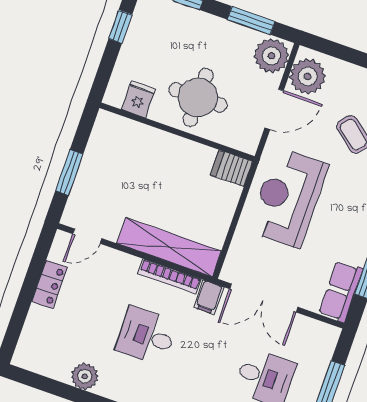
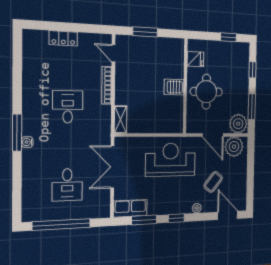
server rack: (232, 168) -> (174, 87), moved, turned -90
shelving: (169, 247) -> (121, 120), width x0.45, depth x0.75
bookcase: (170, 276) -> (107, 85), moved
locker: (49, 284) -> (63, 38), moved
filing cabinet: (209, 297) -> (102, 135), removed
plant: (85, 376) -> (31, 77), removed

